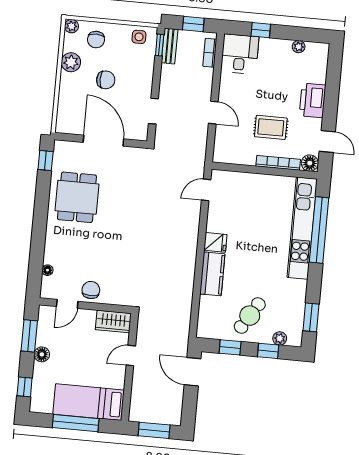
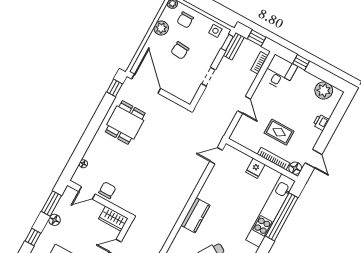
plant: (299, 47) -> (324, 90), width x1.88, depth x1.88
chair: (106, 80) -> (180, 50), turned 95
printer: (313, 100) -> (321, 122), width x0.53, depth x0.68
doorway: (153, 111) -> (208, 77), moved
door: (103, 141) -> (146, 84), moved
fridge: (215, 242) -> (255, 168), moved, turned 90

